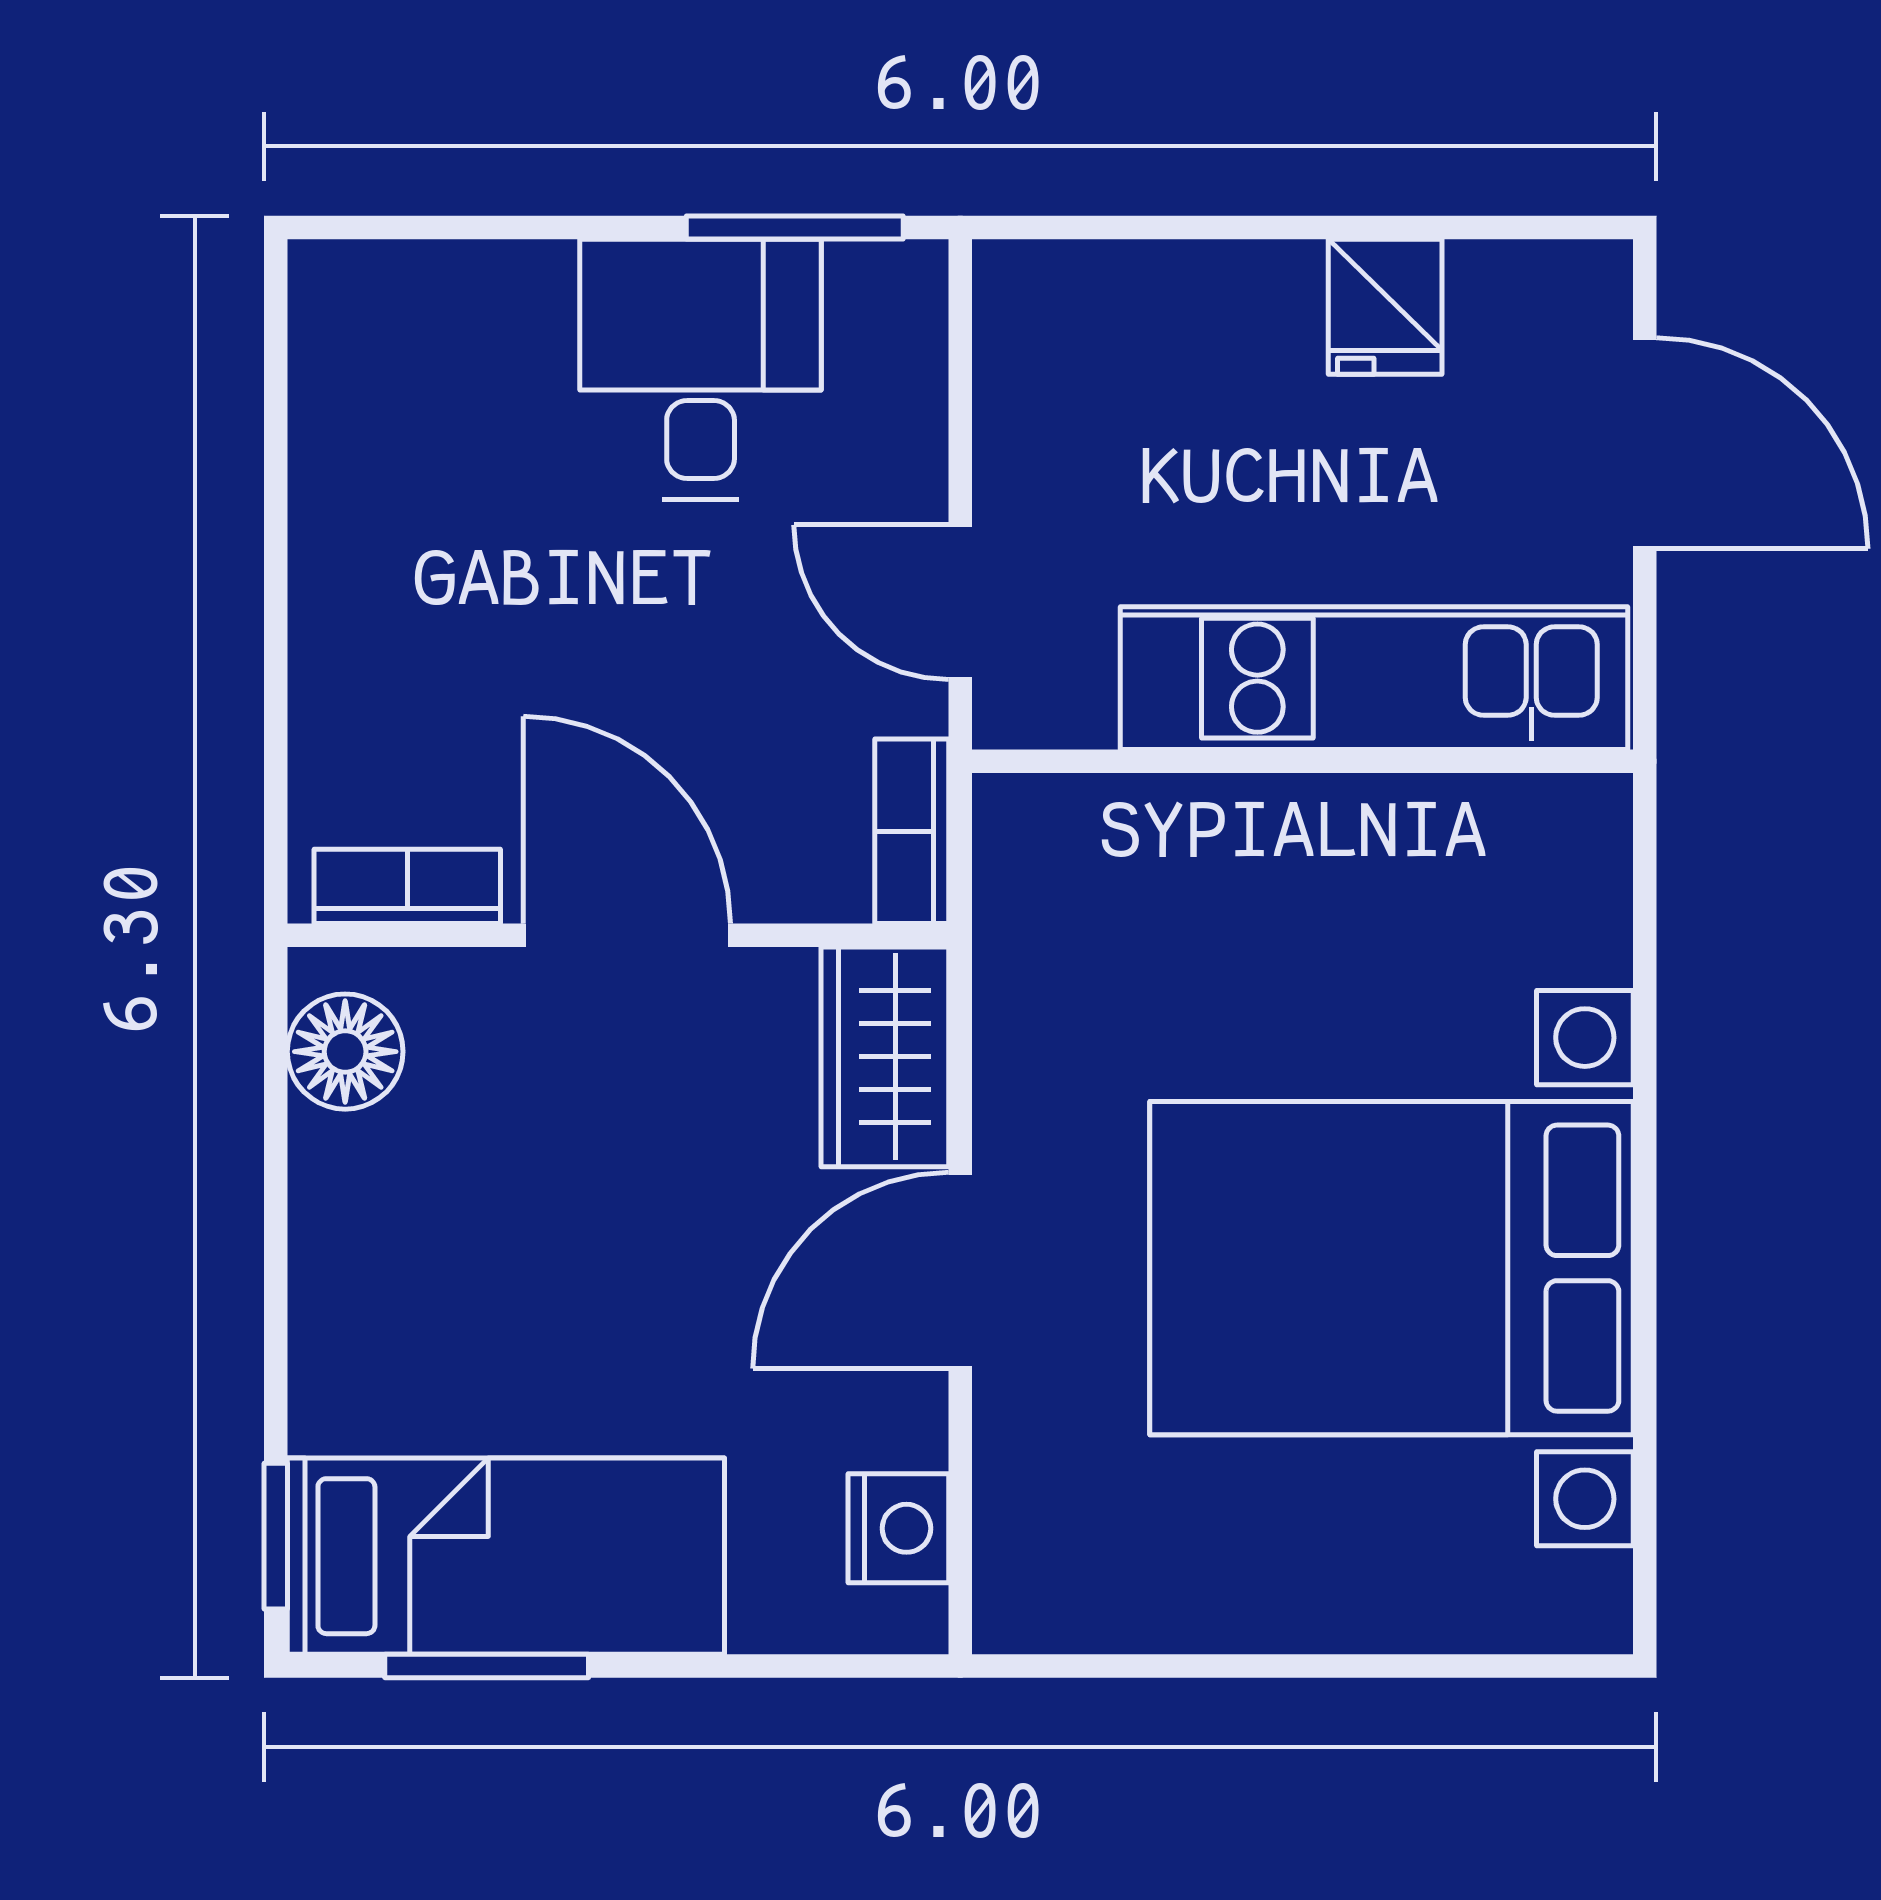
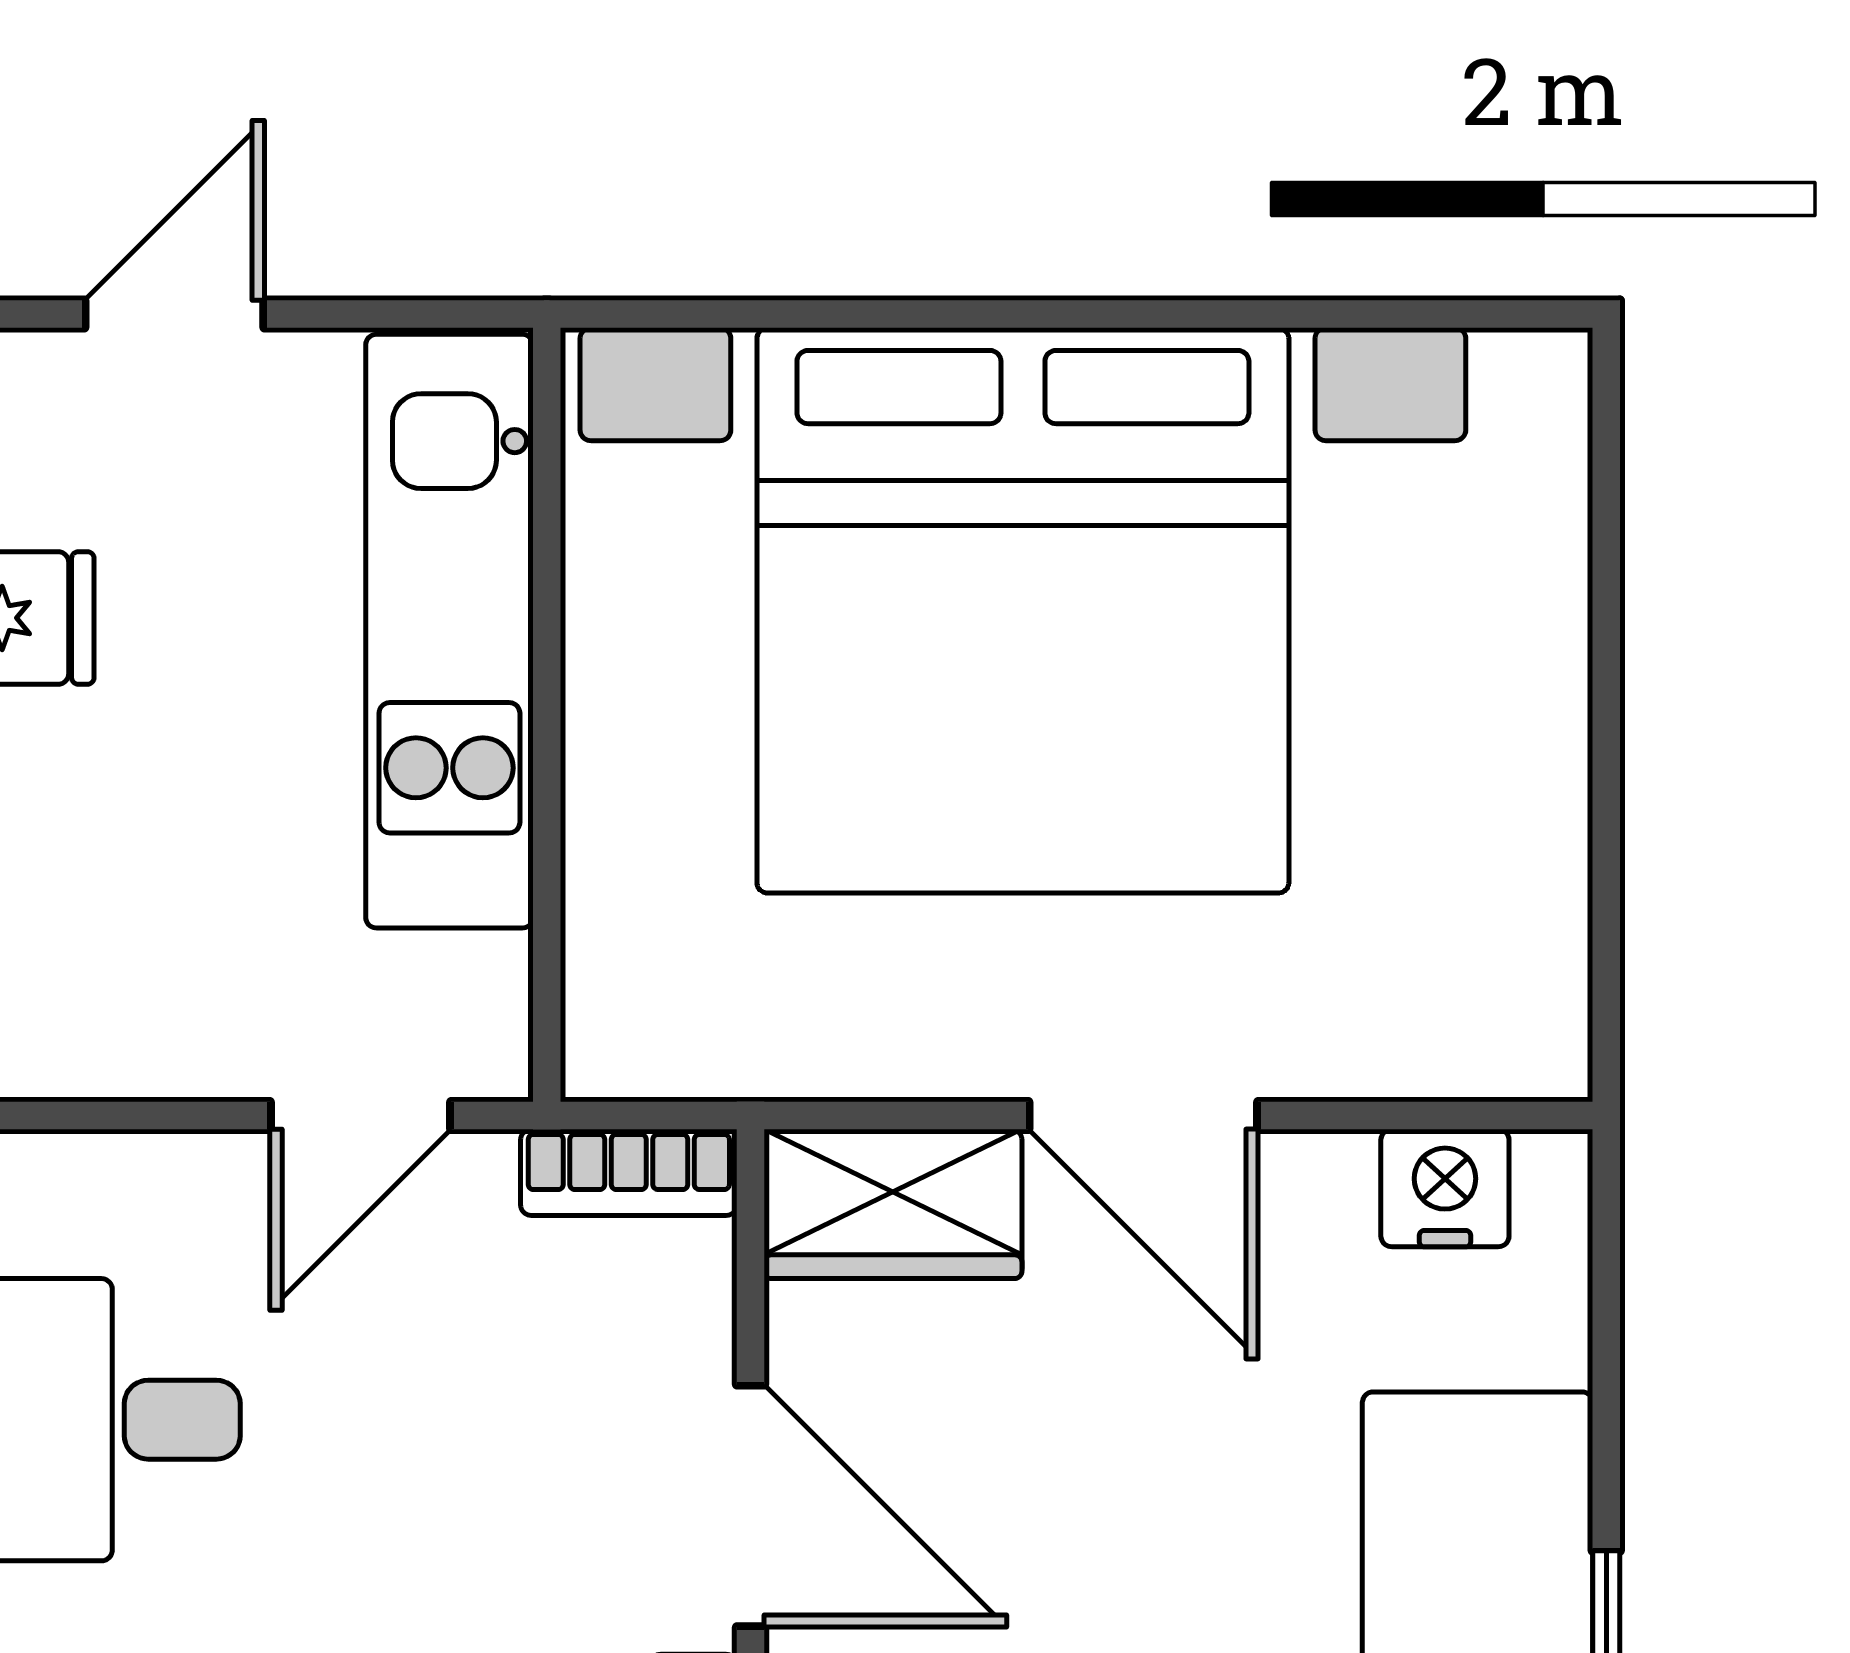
door: (1645, 443) -> (174, 314), width x0.73
door: (627, 935) -> (750, 1506), swing flipped
bed with nightstands: (1392, 1268) -> (1023, 611), width x1.36

